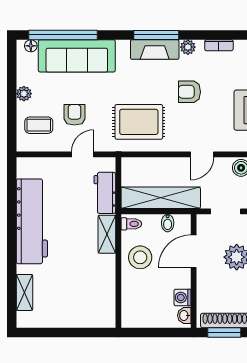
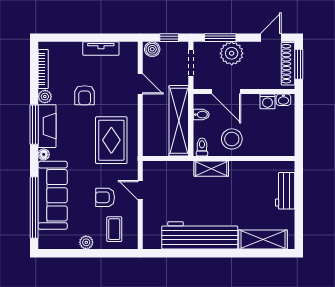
bookcase: (219, 45) -> (43, 69), width x1.56
floor lamp: (31, 46) -> (44, 154), moved
workbench: (105, 193) -> (285, 191), moved, turned 90
shelving: (24, 292) -> (263, 239), width x1.50, depth x1.33

